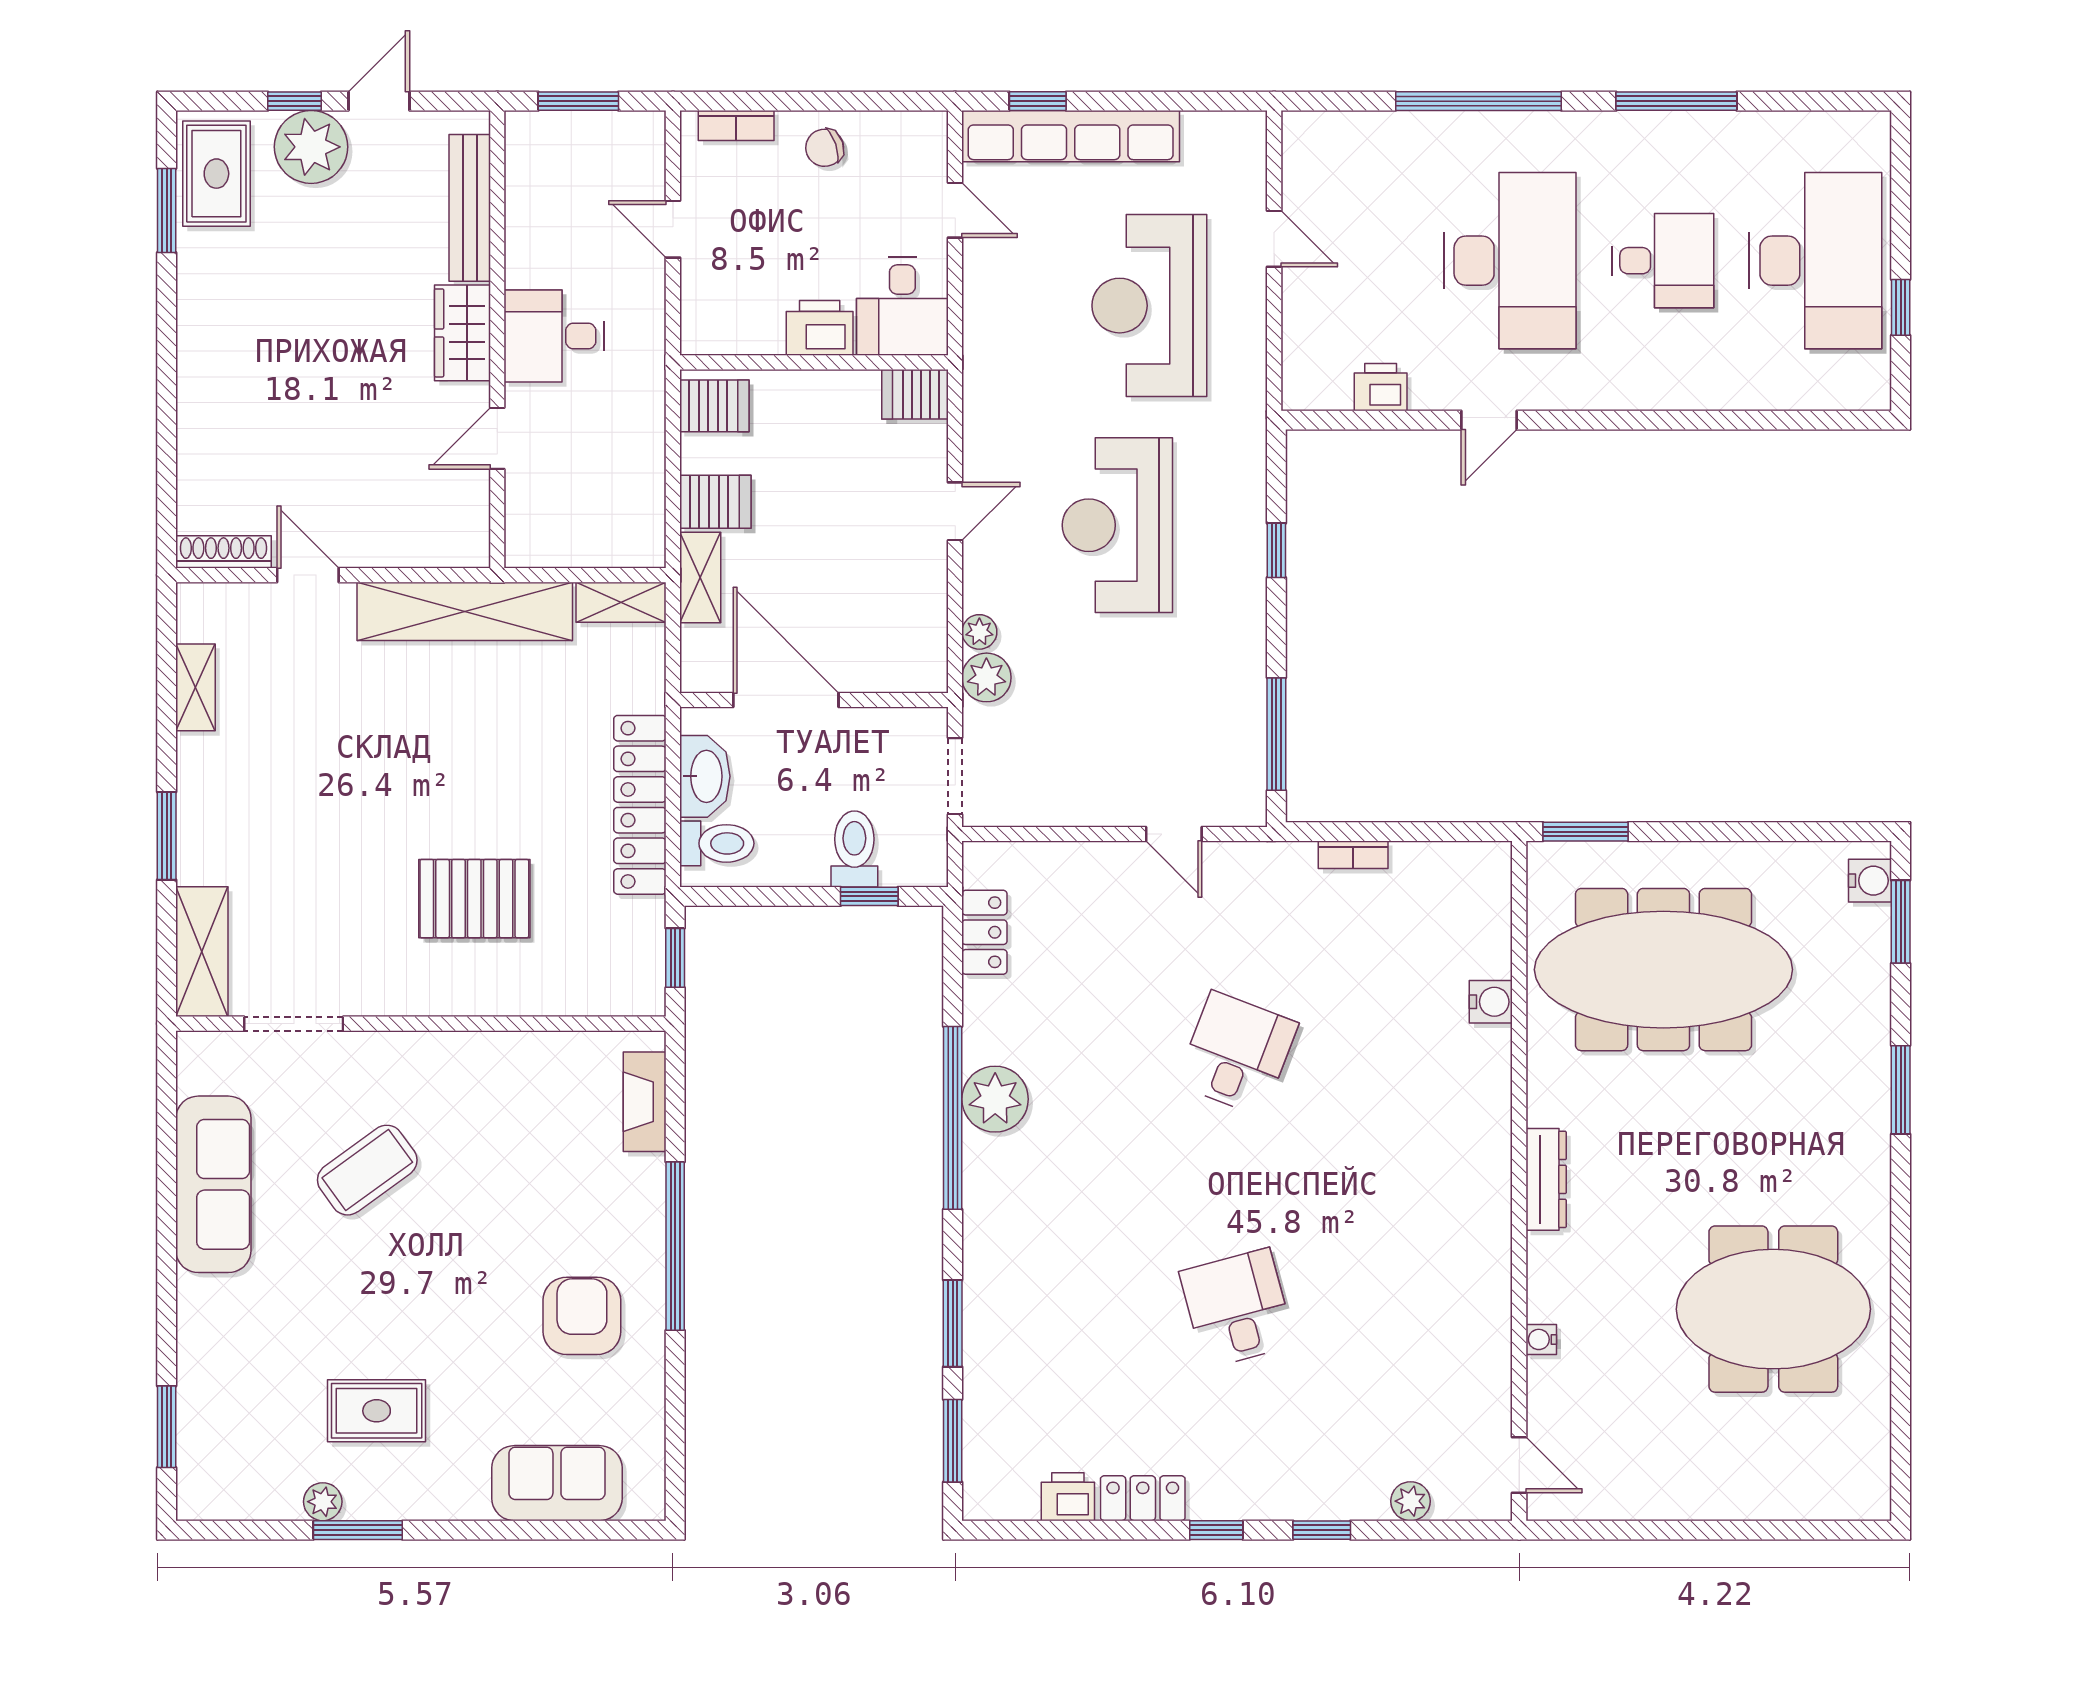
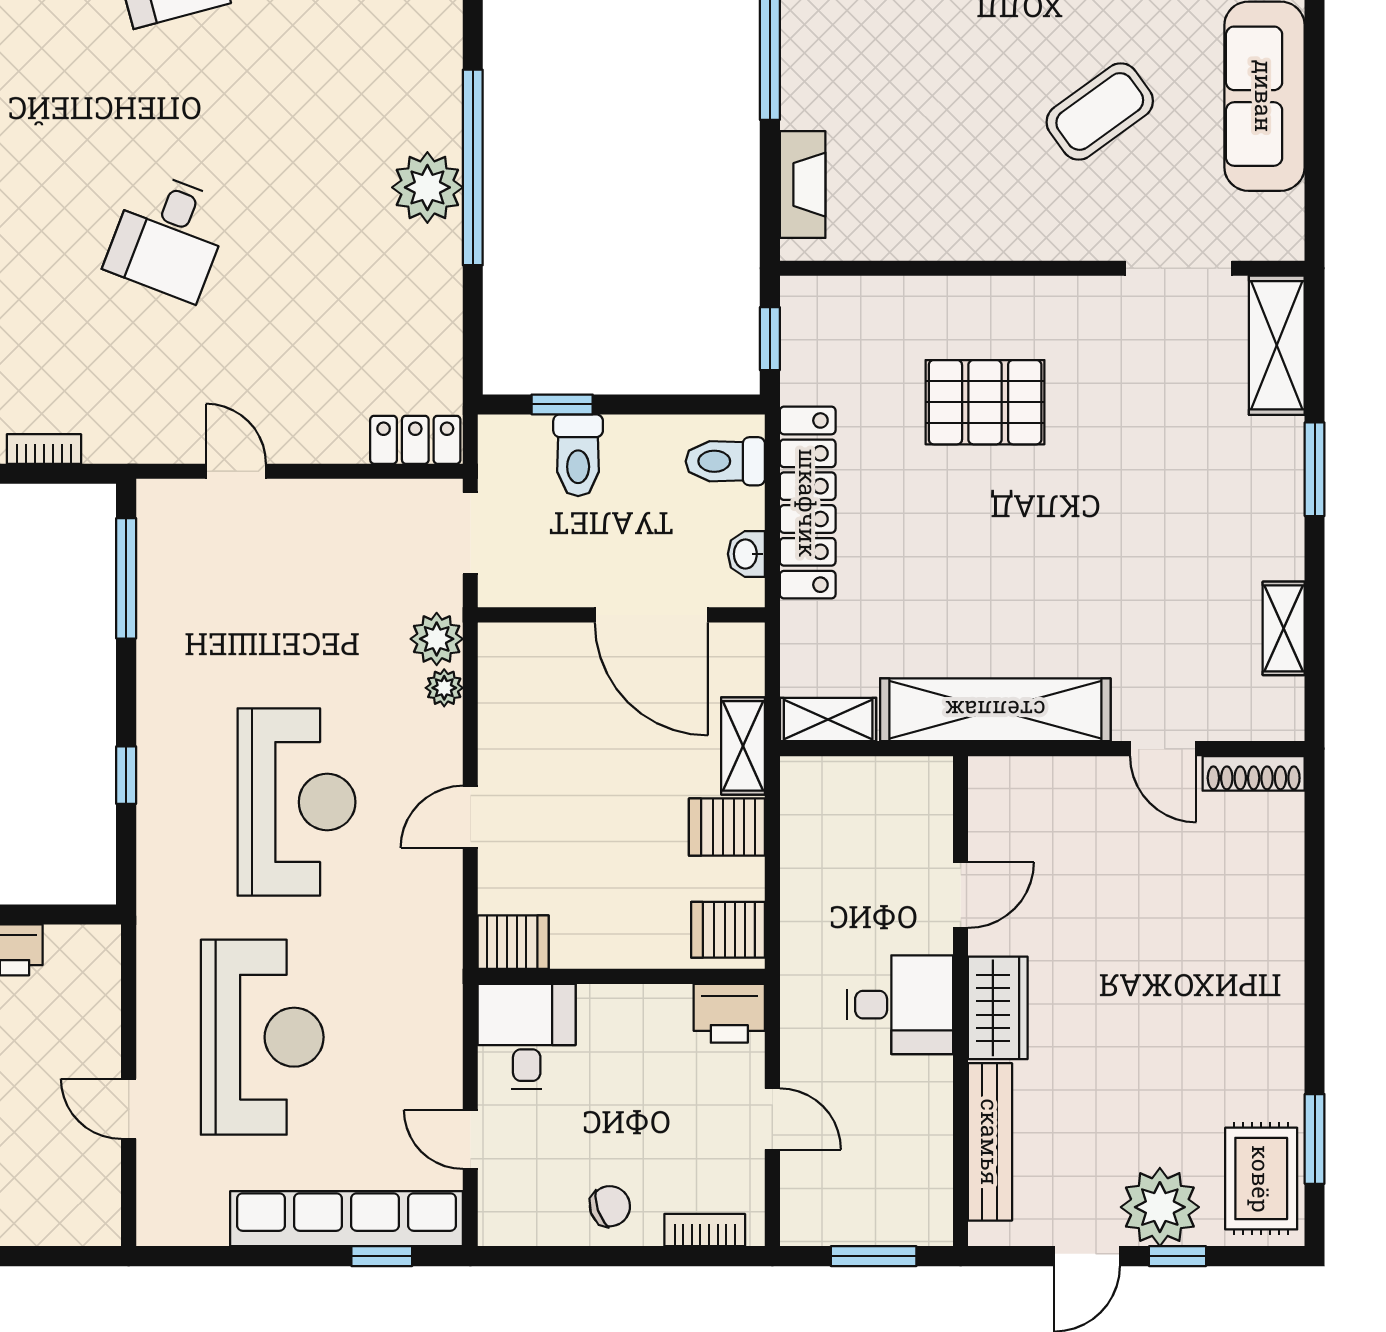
printer: (820, 328) -> (729, 1013), moved
washbasin: (705, 776) -> (746, 554), width x0.52, depth x0.69
locker: (984, 932) -> (415, 440), moved, turned 90

